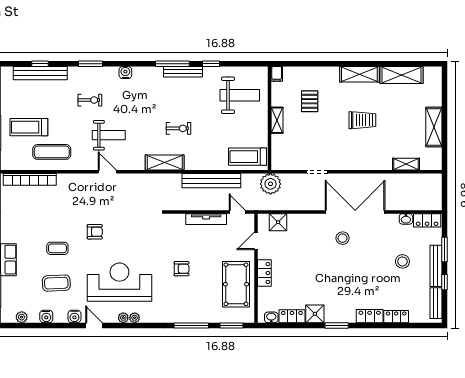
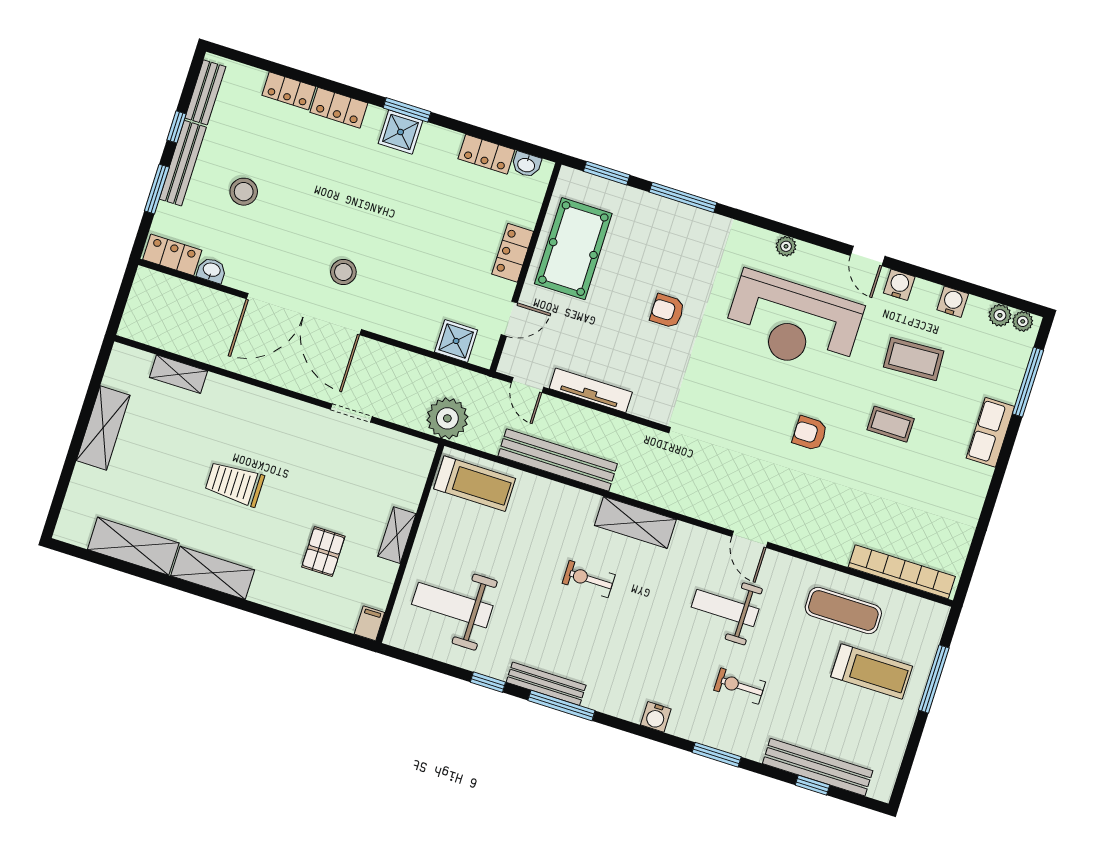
shower: (315, 314) -> (400, 132), moved
plant: (123, 318) -> (1023, 321), moved

